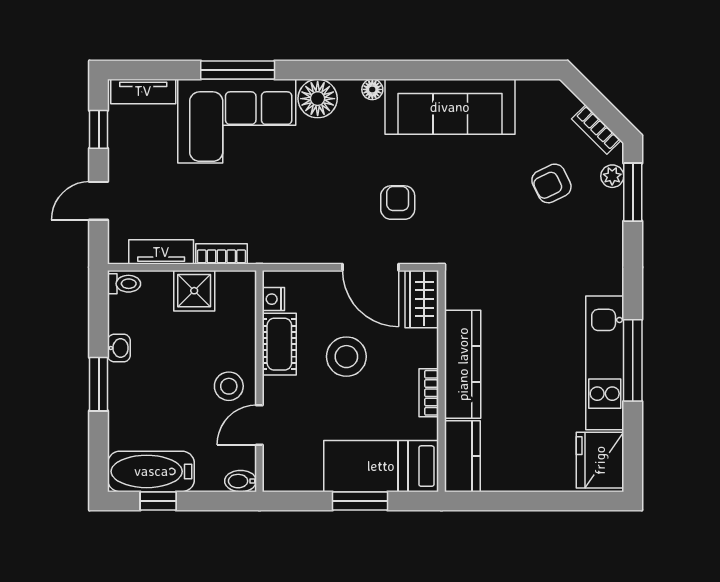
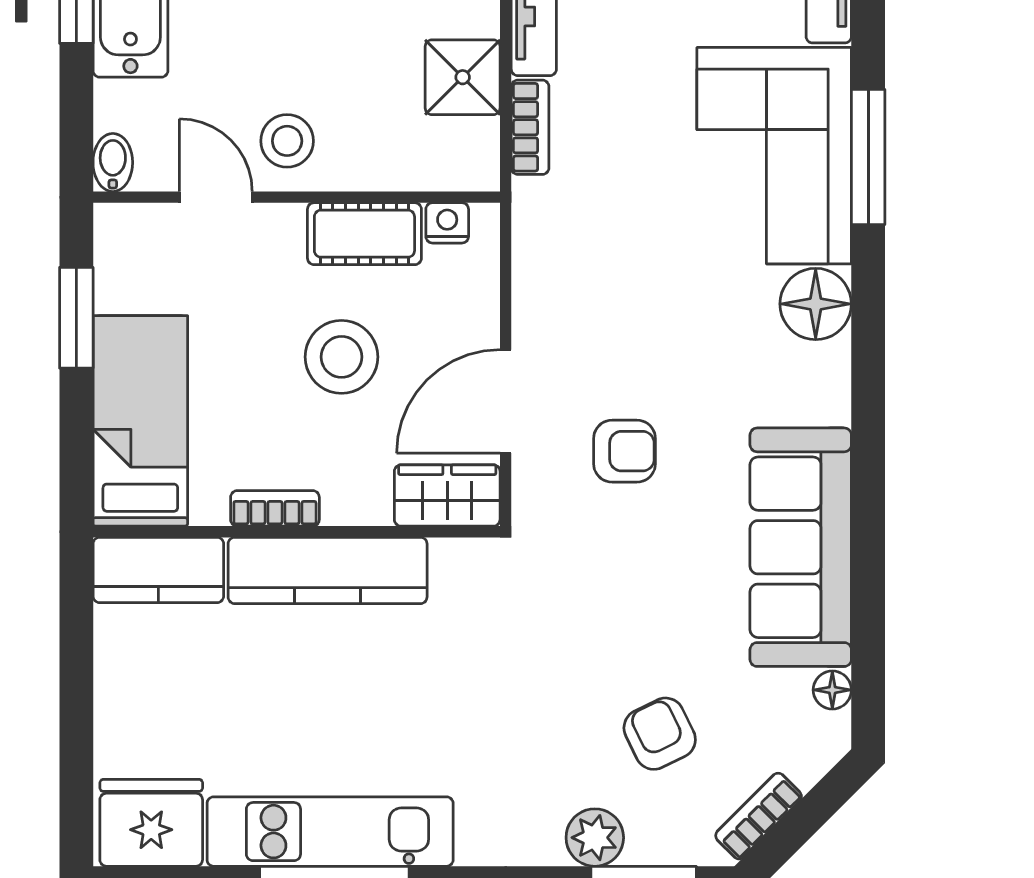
floor lamp: (372, 89) -> (832, 690), moved
plant: (612, 176) -> (595, 838), moved, width x1.38, depth x1.38
window: (360, 501) -> (76, 318), moved

